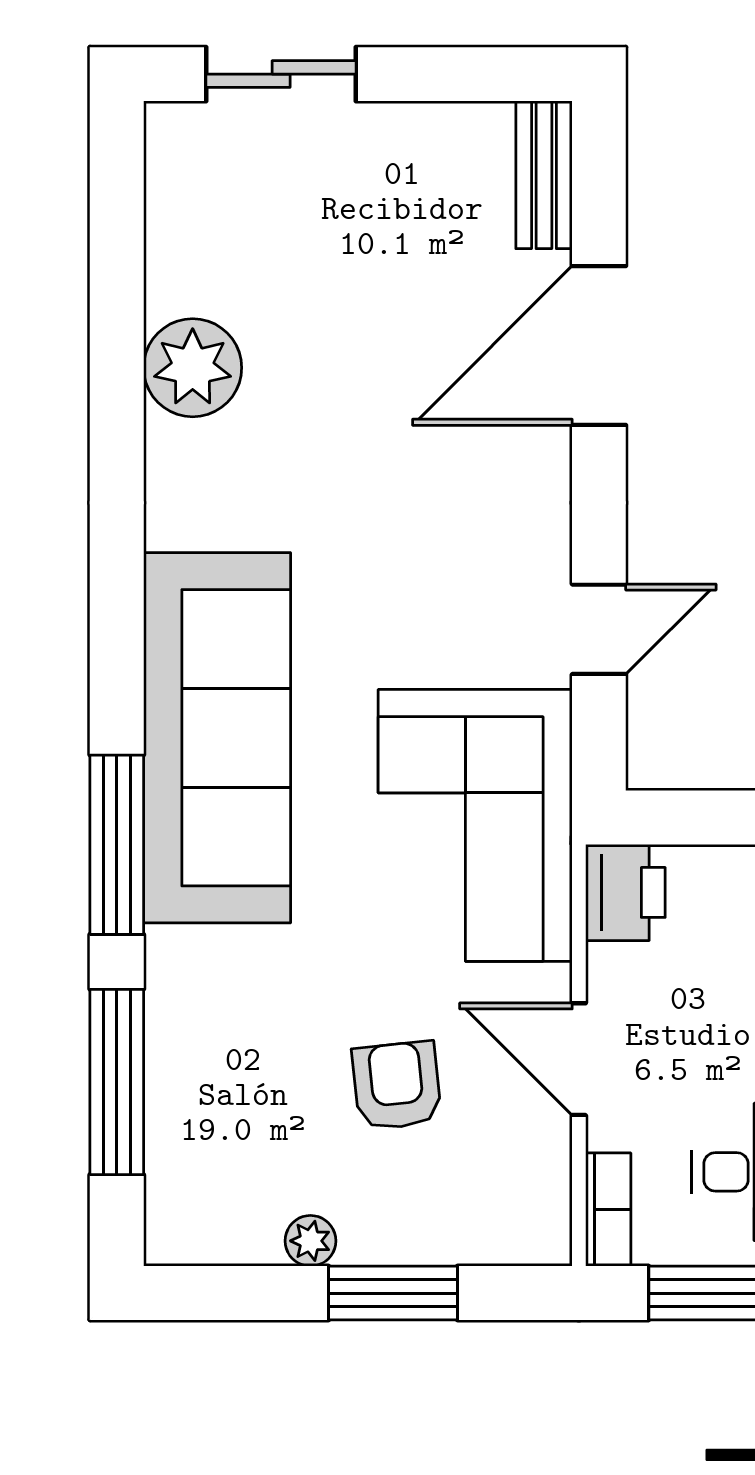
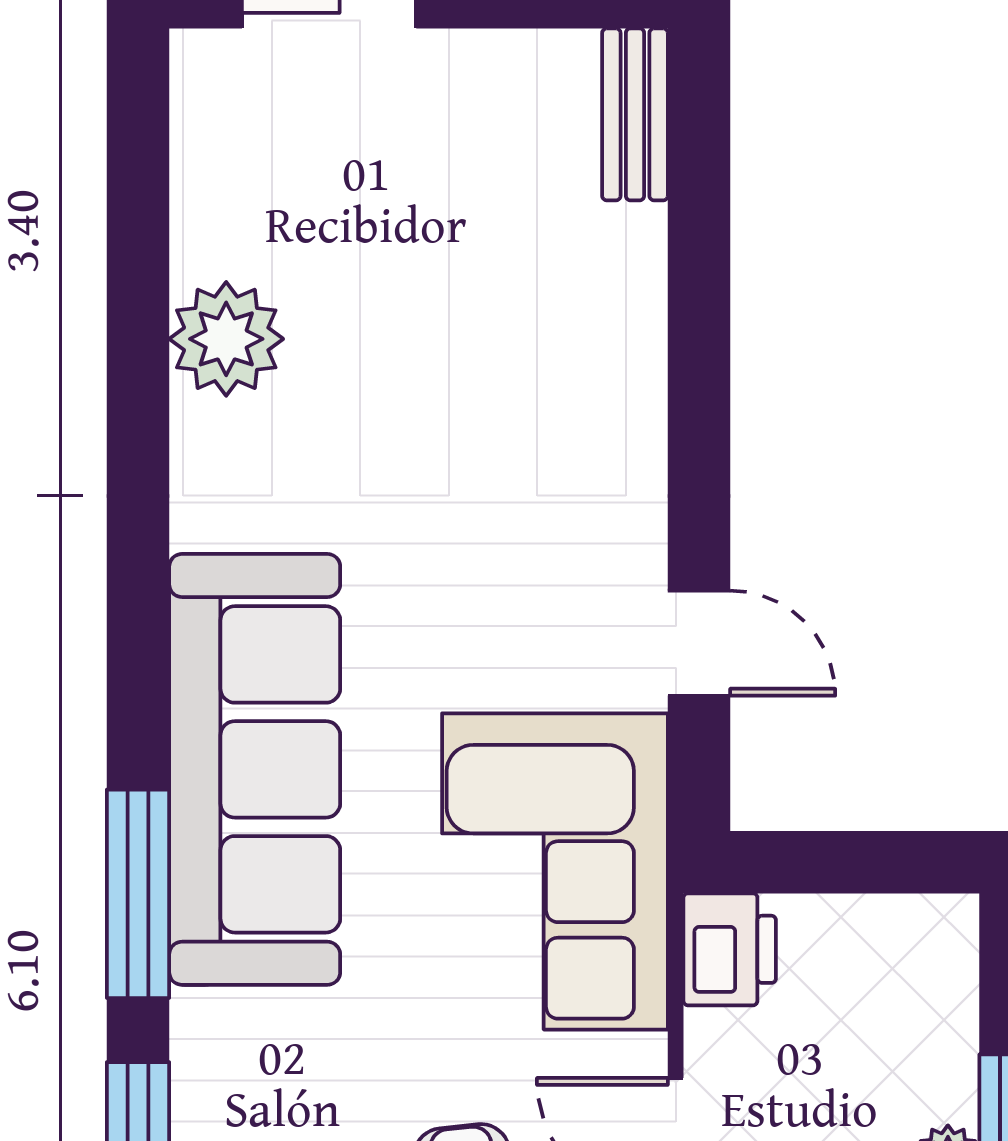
door: (599, 345) -> (699, 313), removed
door: (599, 629) -> (699, 643), hinge flipped

